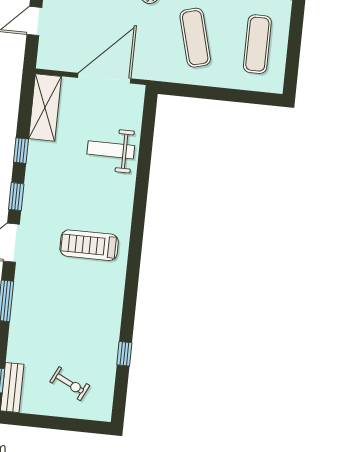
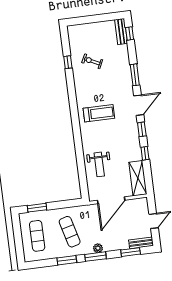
window: (245, 97) -> (37, 208), added
weight bench: (111, 150) -> (99, 164), turned 90
exercise bike: (70, 384) -> (92, 61), moved

